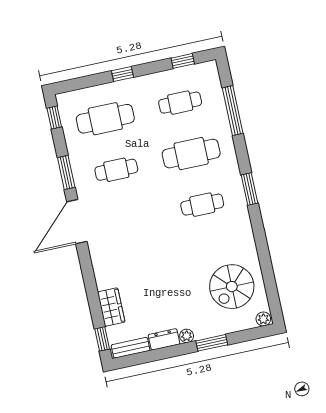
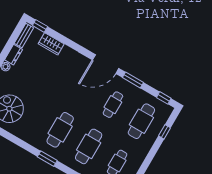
window: (122, 74) -> (165, 132), moved
cafe table: (202, 205) -> (60, 130), width x1.37, depth x1.35
door: (77, 222) -> (106, 64), swing flipped

